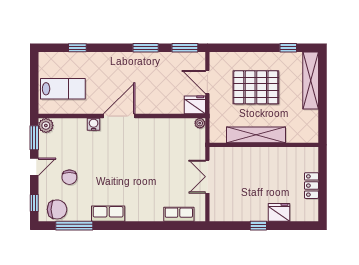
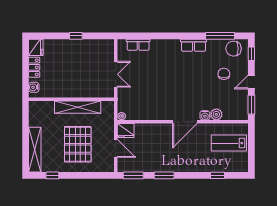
pallet: (256, 87) -> (78, 144), turned 90
plant: (46, 125) -> (216, 114), moved
water cooler: (312, 160) -> (34, 87), added
fridge: (279, 212) -> (36, 47), moved, turned -90

